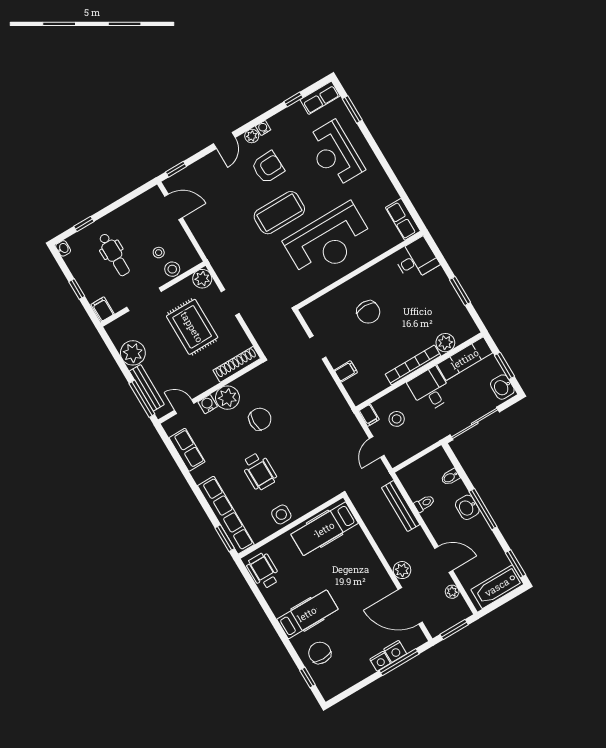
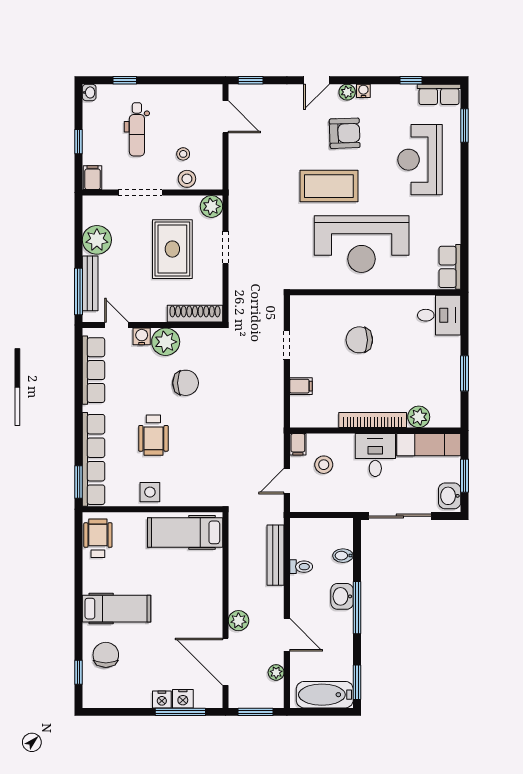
chair: (368, 312) -> (359, 340), turned 90
row of seats: (187, 450) -> (93, 370), width x1.48

